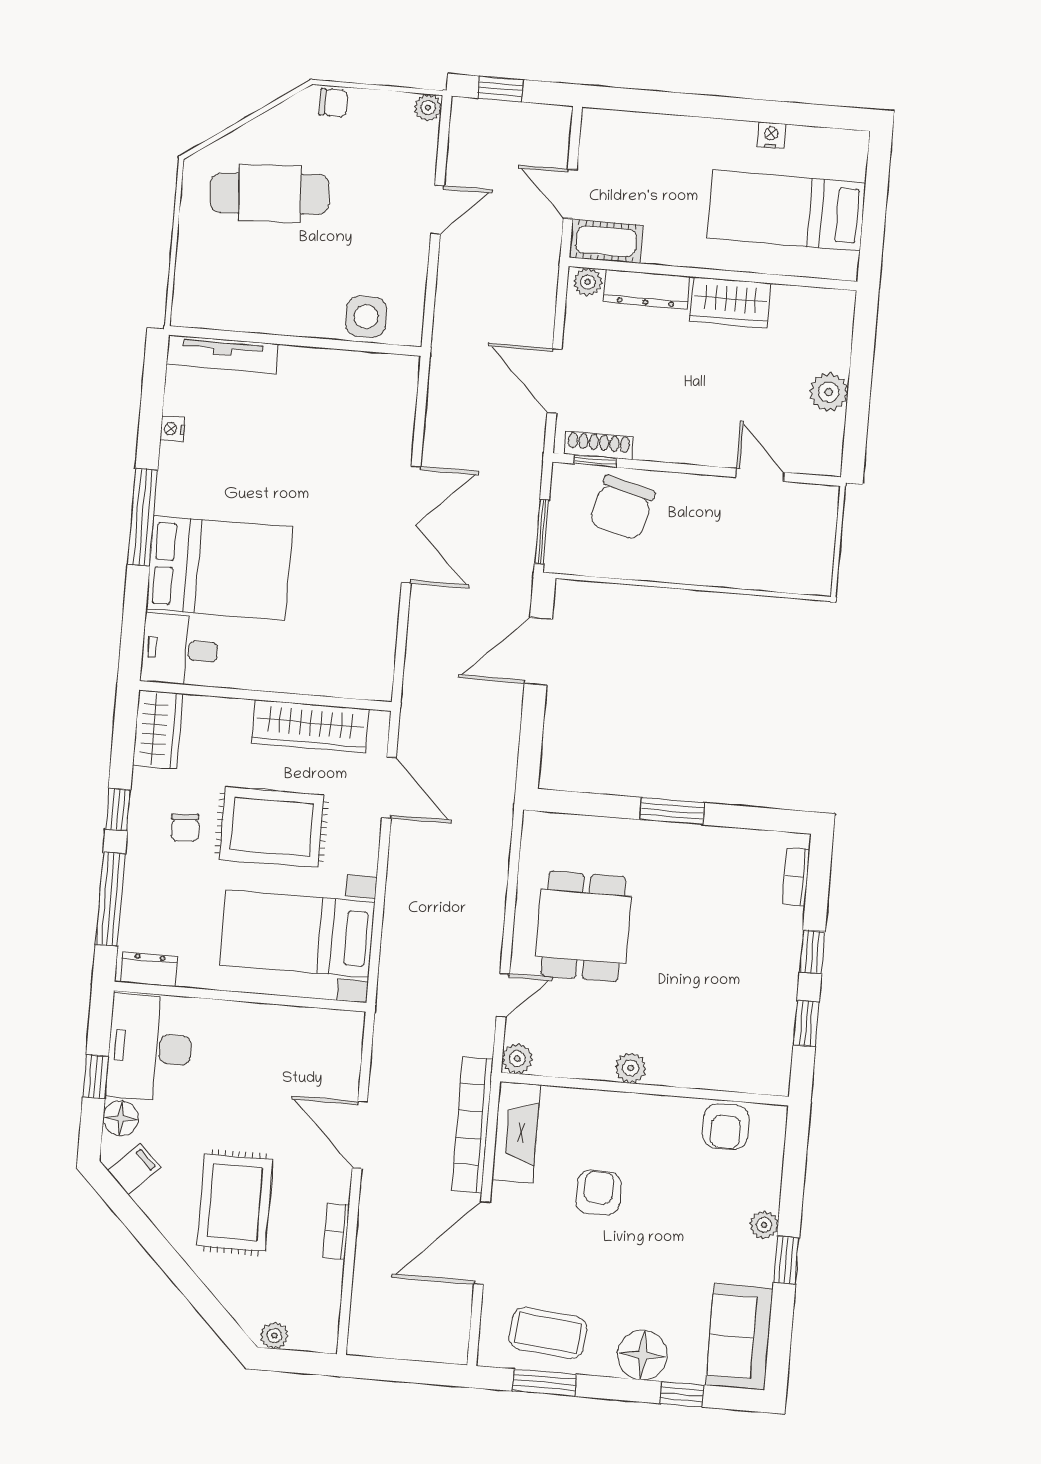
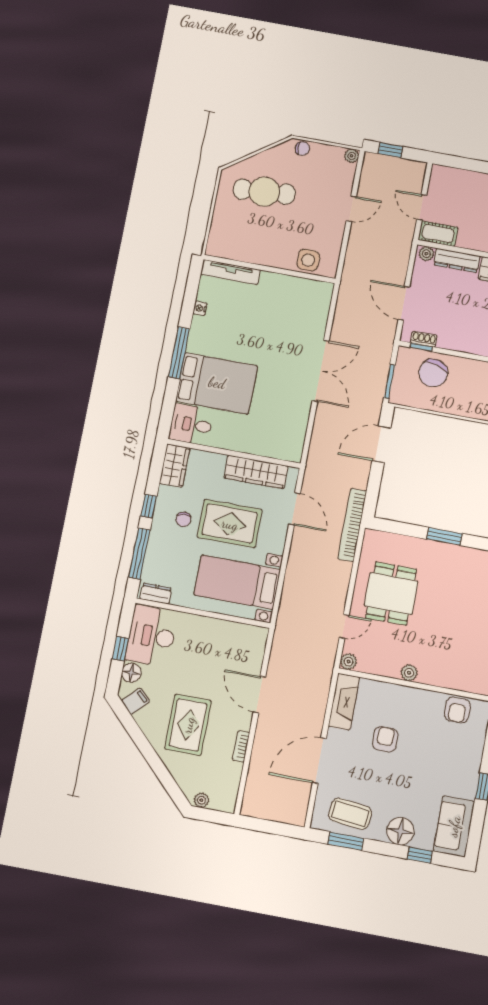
shoe rack: (599, 445) -> (424, 339), width x0.70
bookcase: (472, 1125) -> (352, 525), moved
plant: (764, 1225) -> (473, 766), removed

